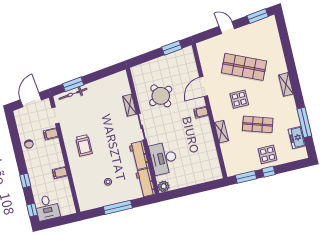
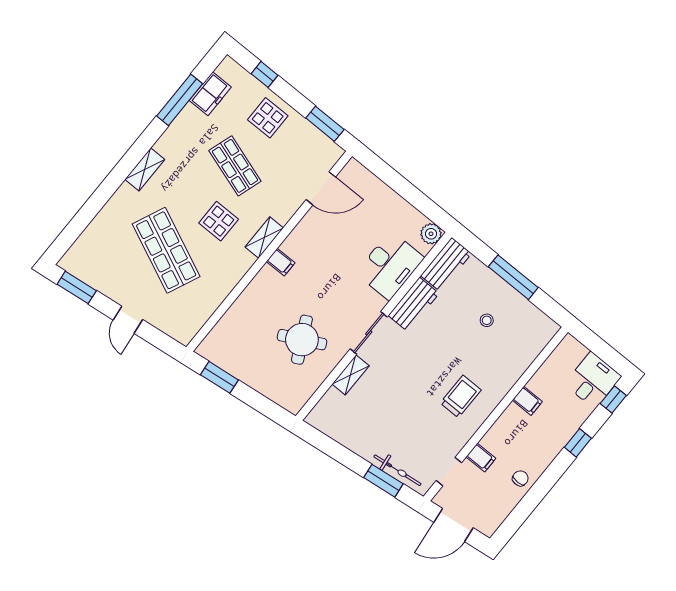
door: (204, 87) -> (321, 188), moved
shelving: (221, 132) -> (264, 237), moved
window: (269, 172) -> (265, 74), moved

